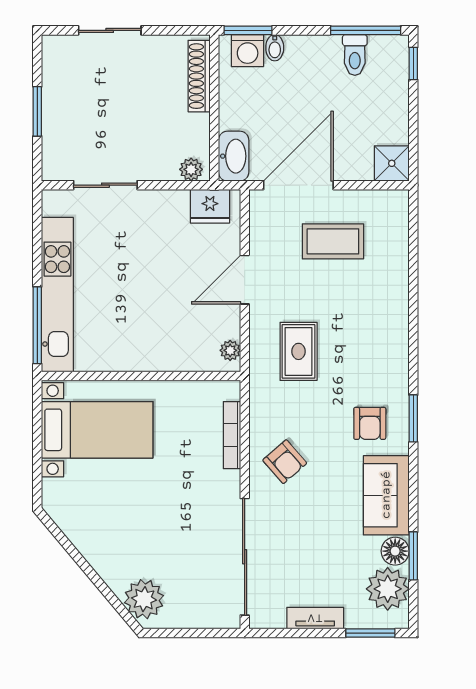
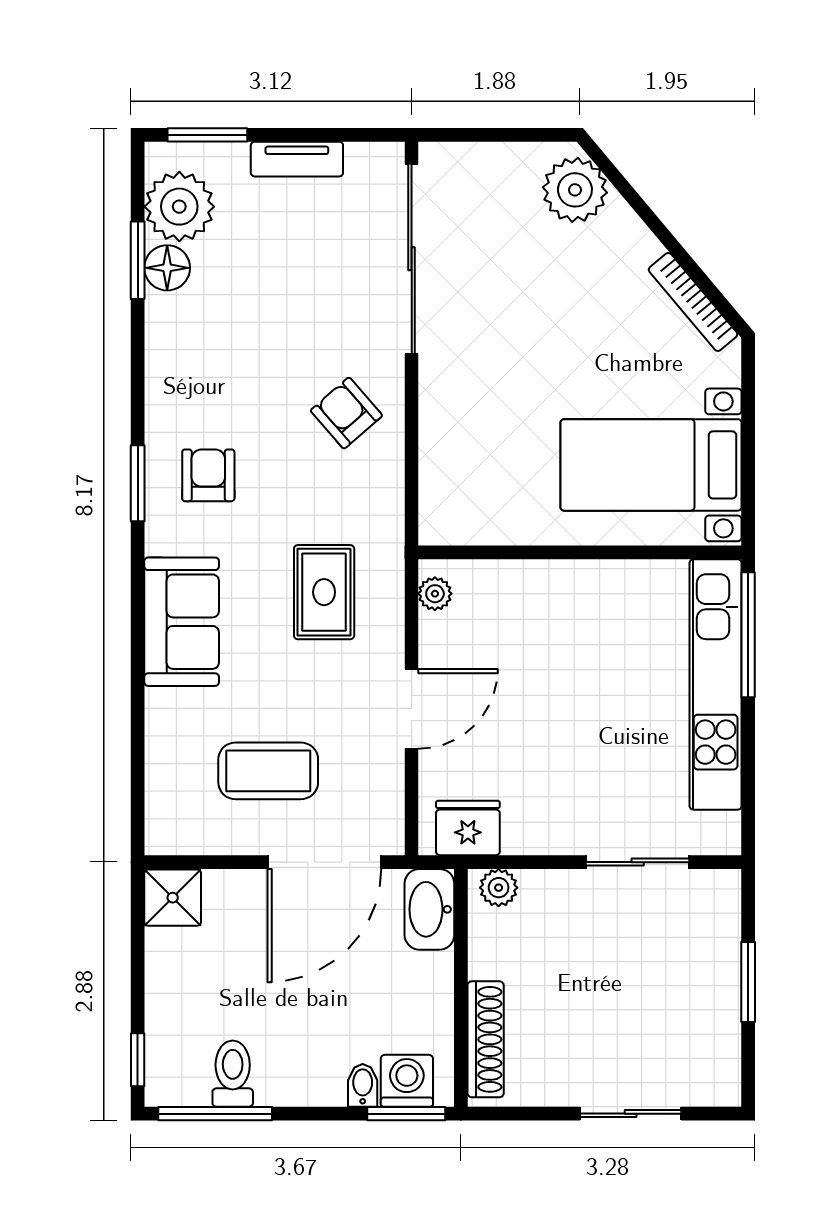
bookcase: (232, 435) -> (693, 302), moved, turned 140
sofa: (386, 495) -> (182, 622), moved

